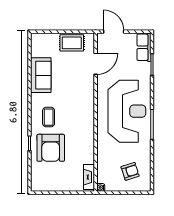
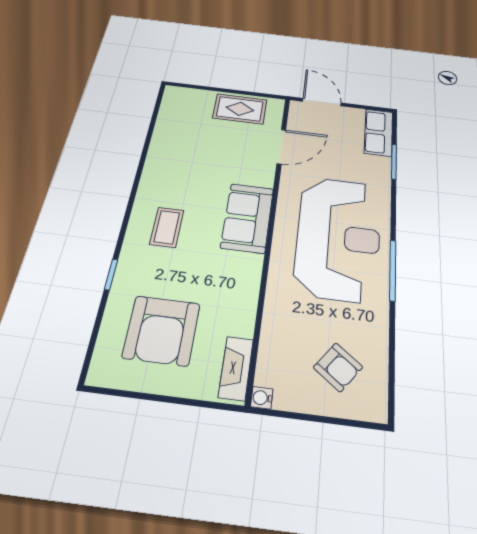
sofa: (41, 75) -> (247, 218), moved, turned 180
armchair: (51, 148) -> (162, 330), moved
armchair: (130, 171) -> (338, 367), turned 55

